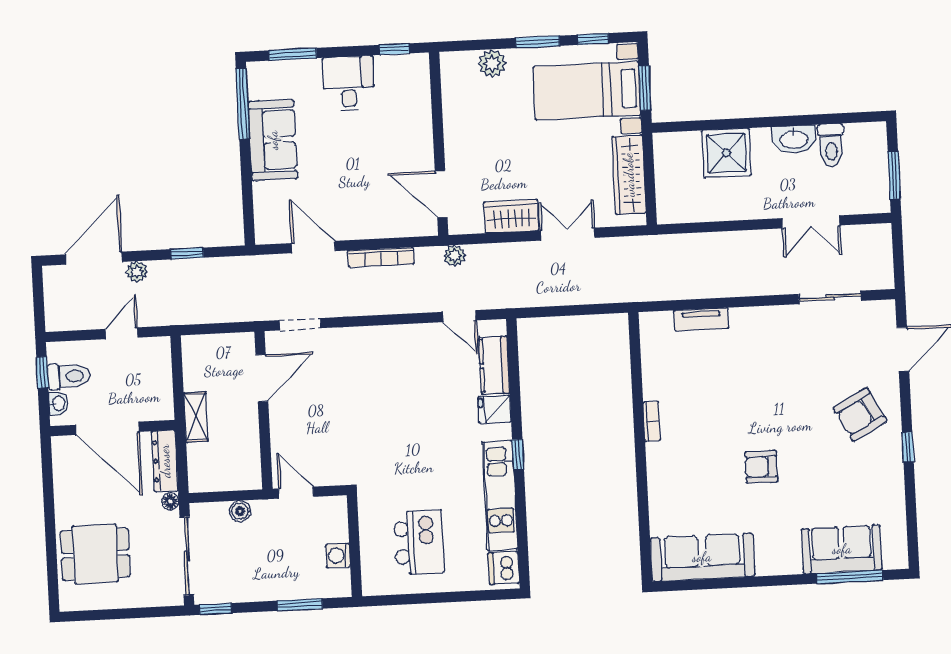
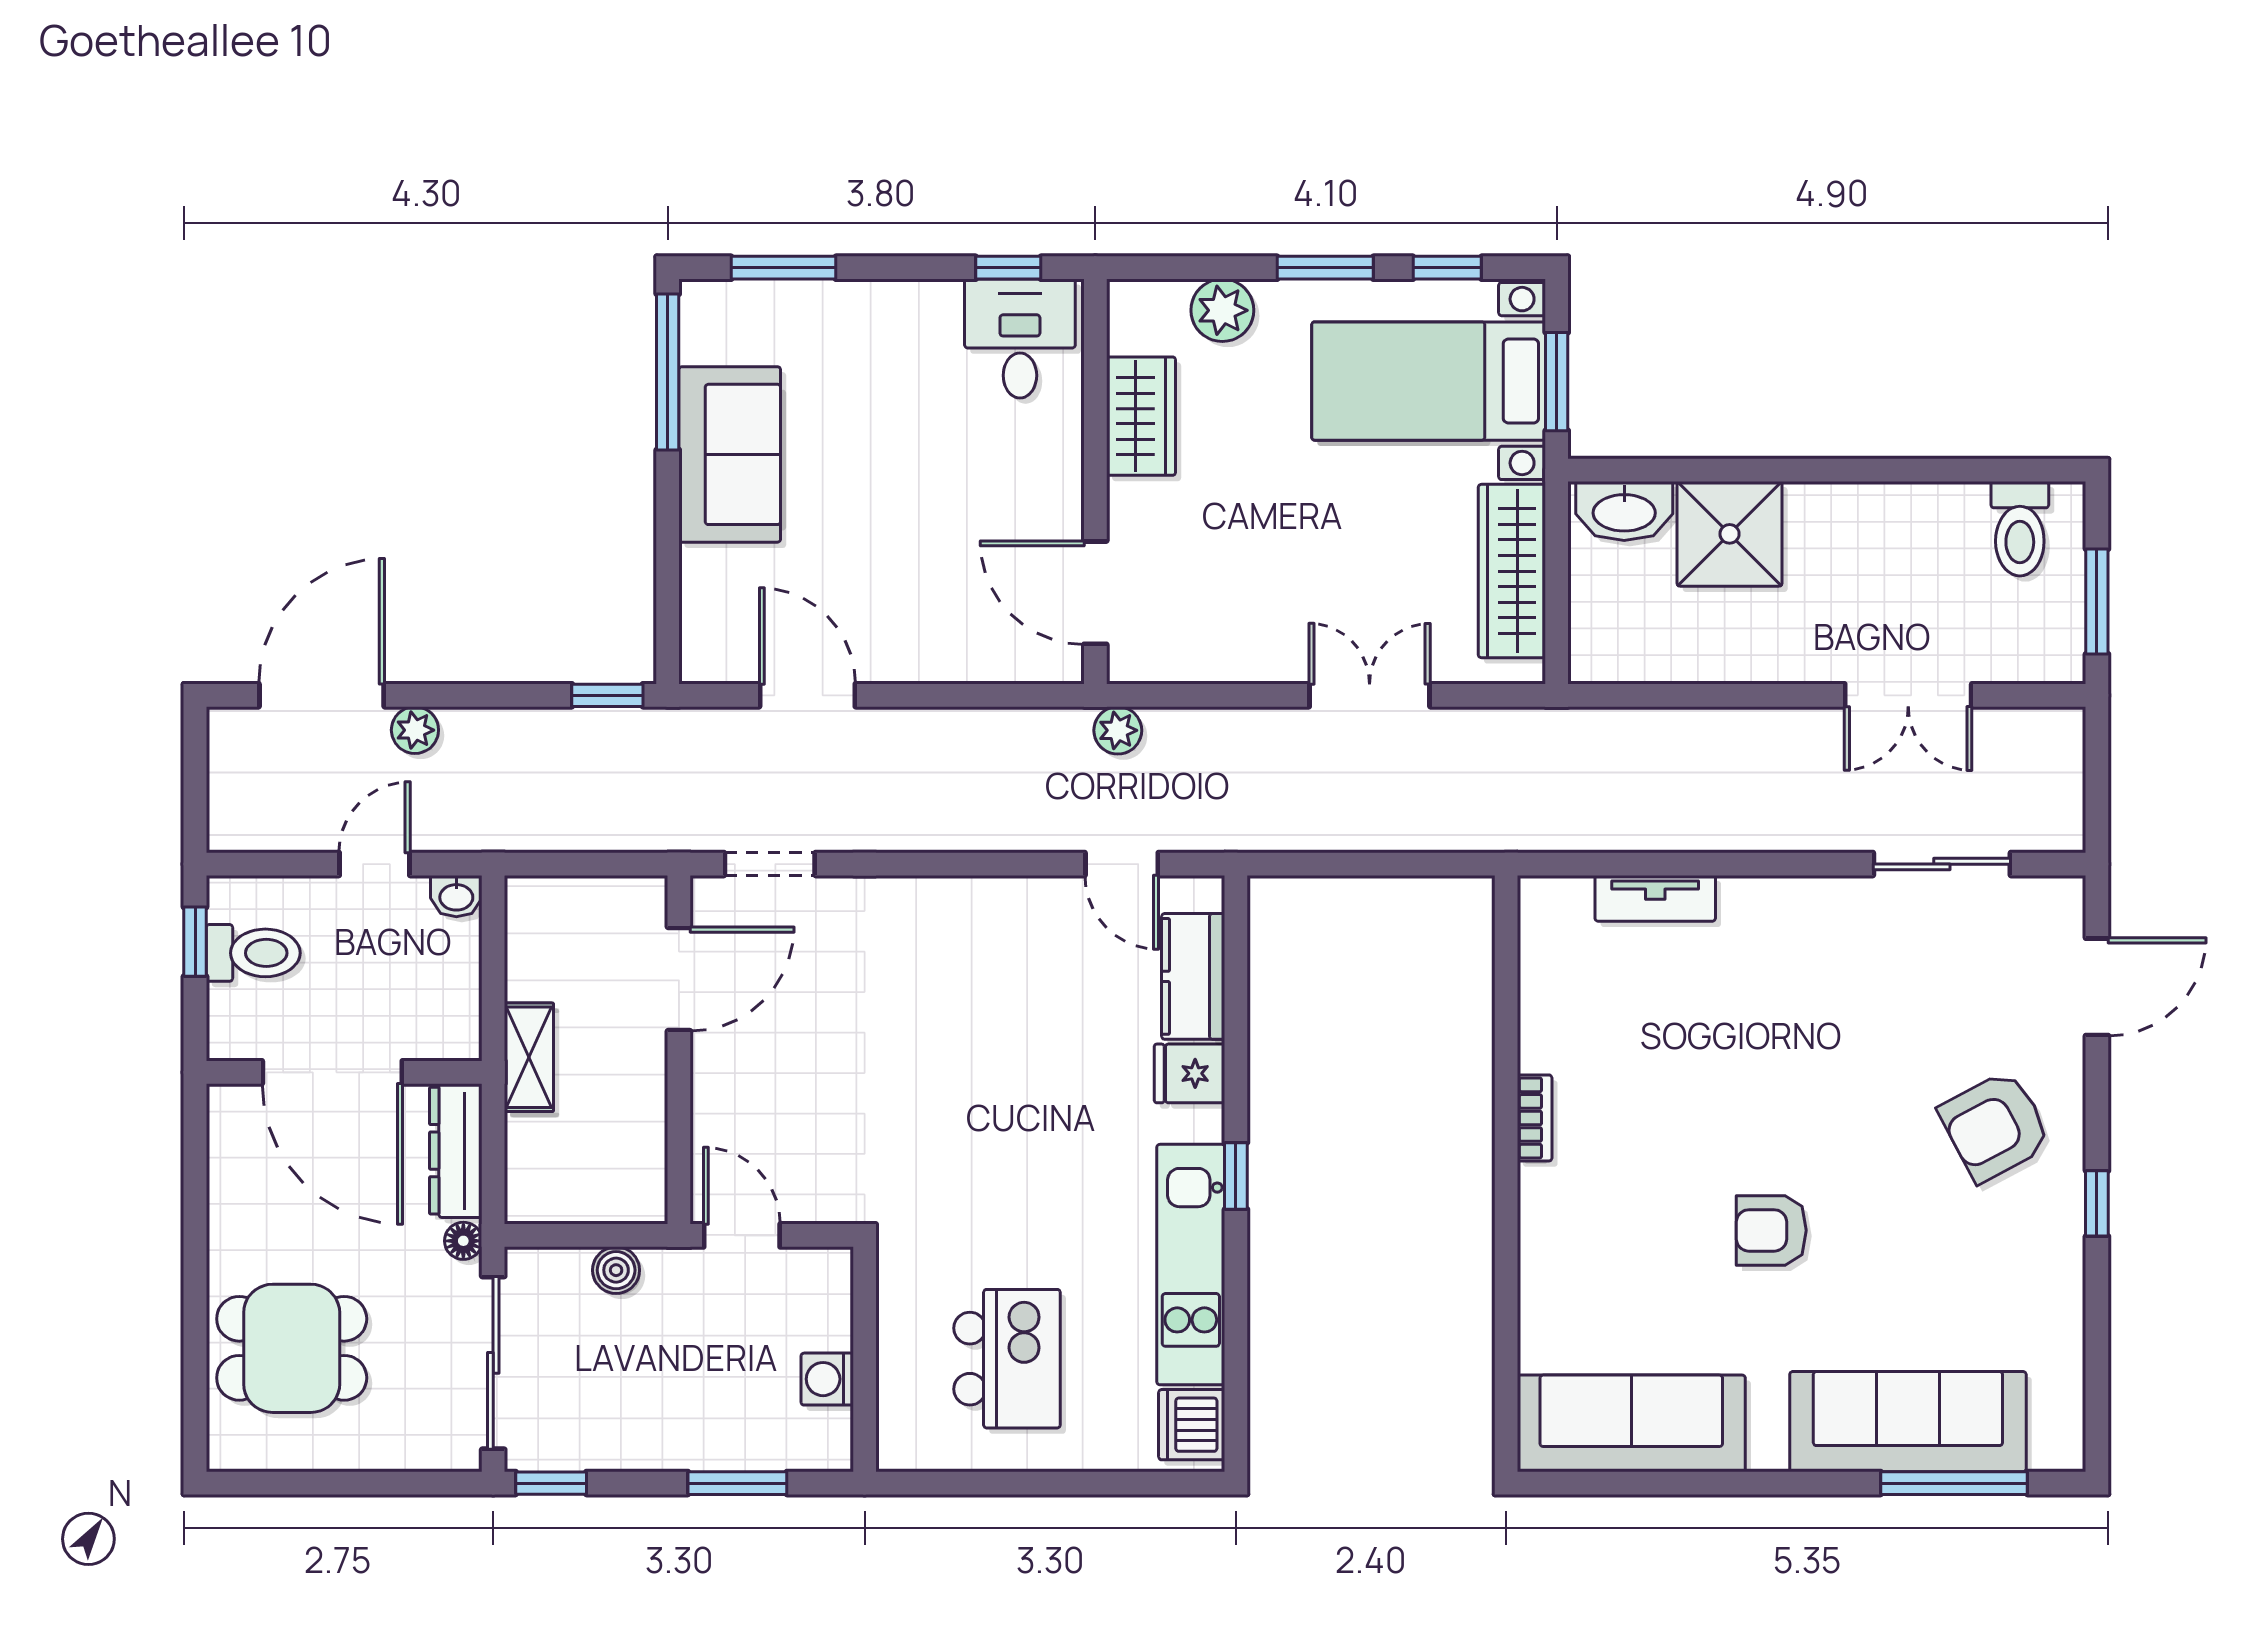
desk: (349, 84) -> (1020, 339), moved
washbasin: (794, 139) -> (1624, 511), moved
toilet: (831, 145) -> (2020, 529), moved
wardrobe: (511, 216) -> (1141, 416), moved, turned 90
window: (187, 253) -> (607, 695), moved
bookcase: (381, 257) -> (955, 725), removed
washbasin: (58, 403) -> (456, 896), moved, turned 90
sofa: (842, 549) -> (1908, 1422), width x1.36

